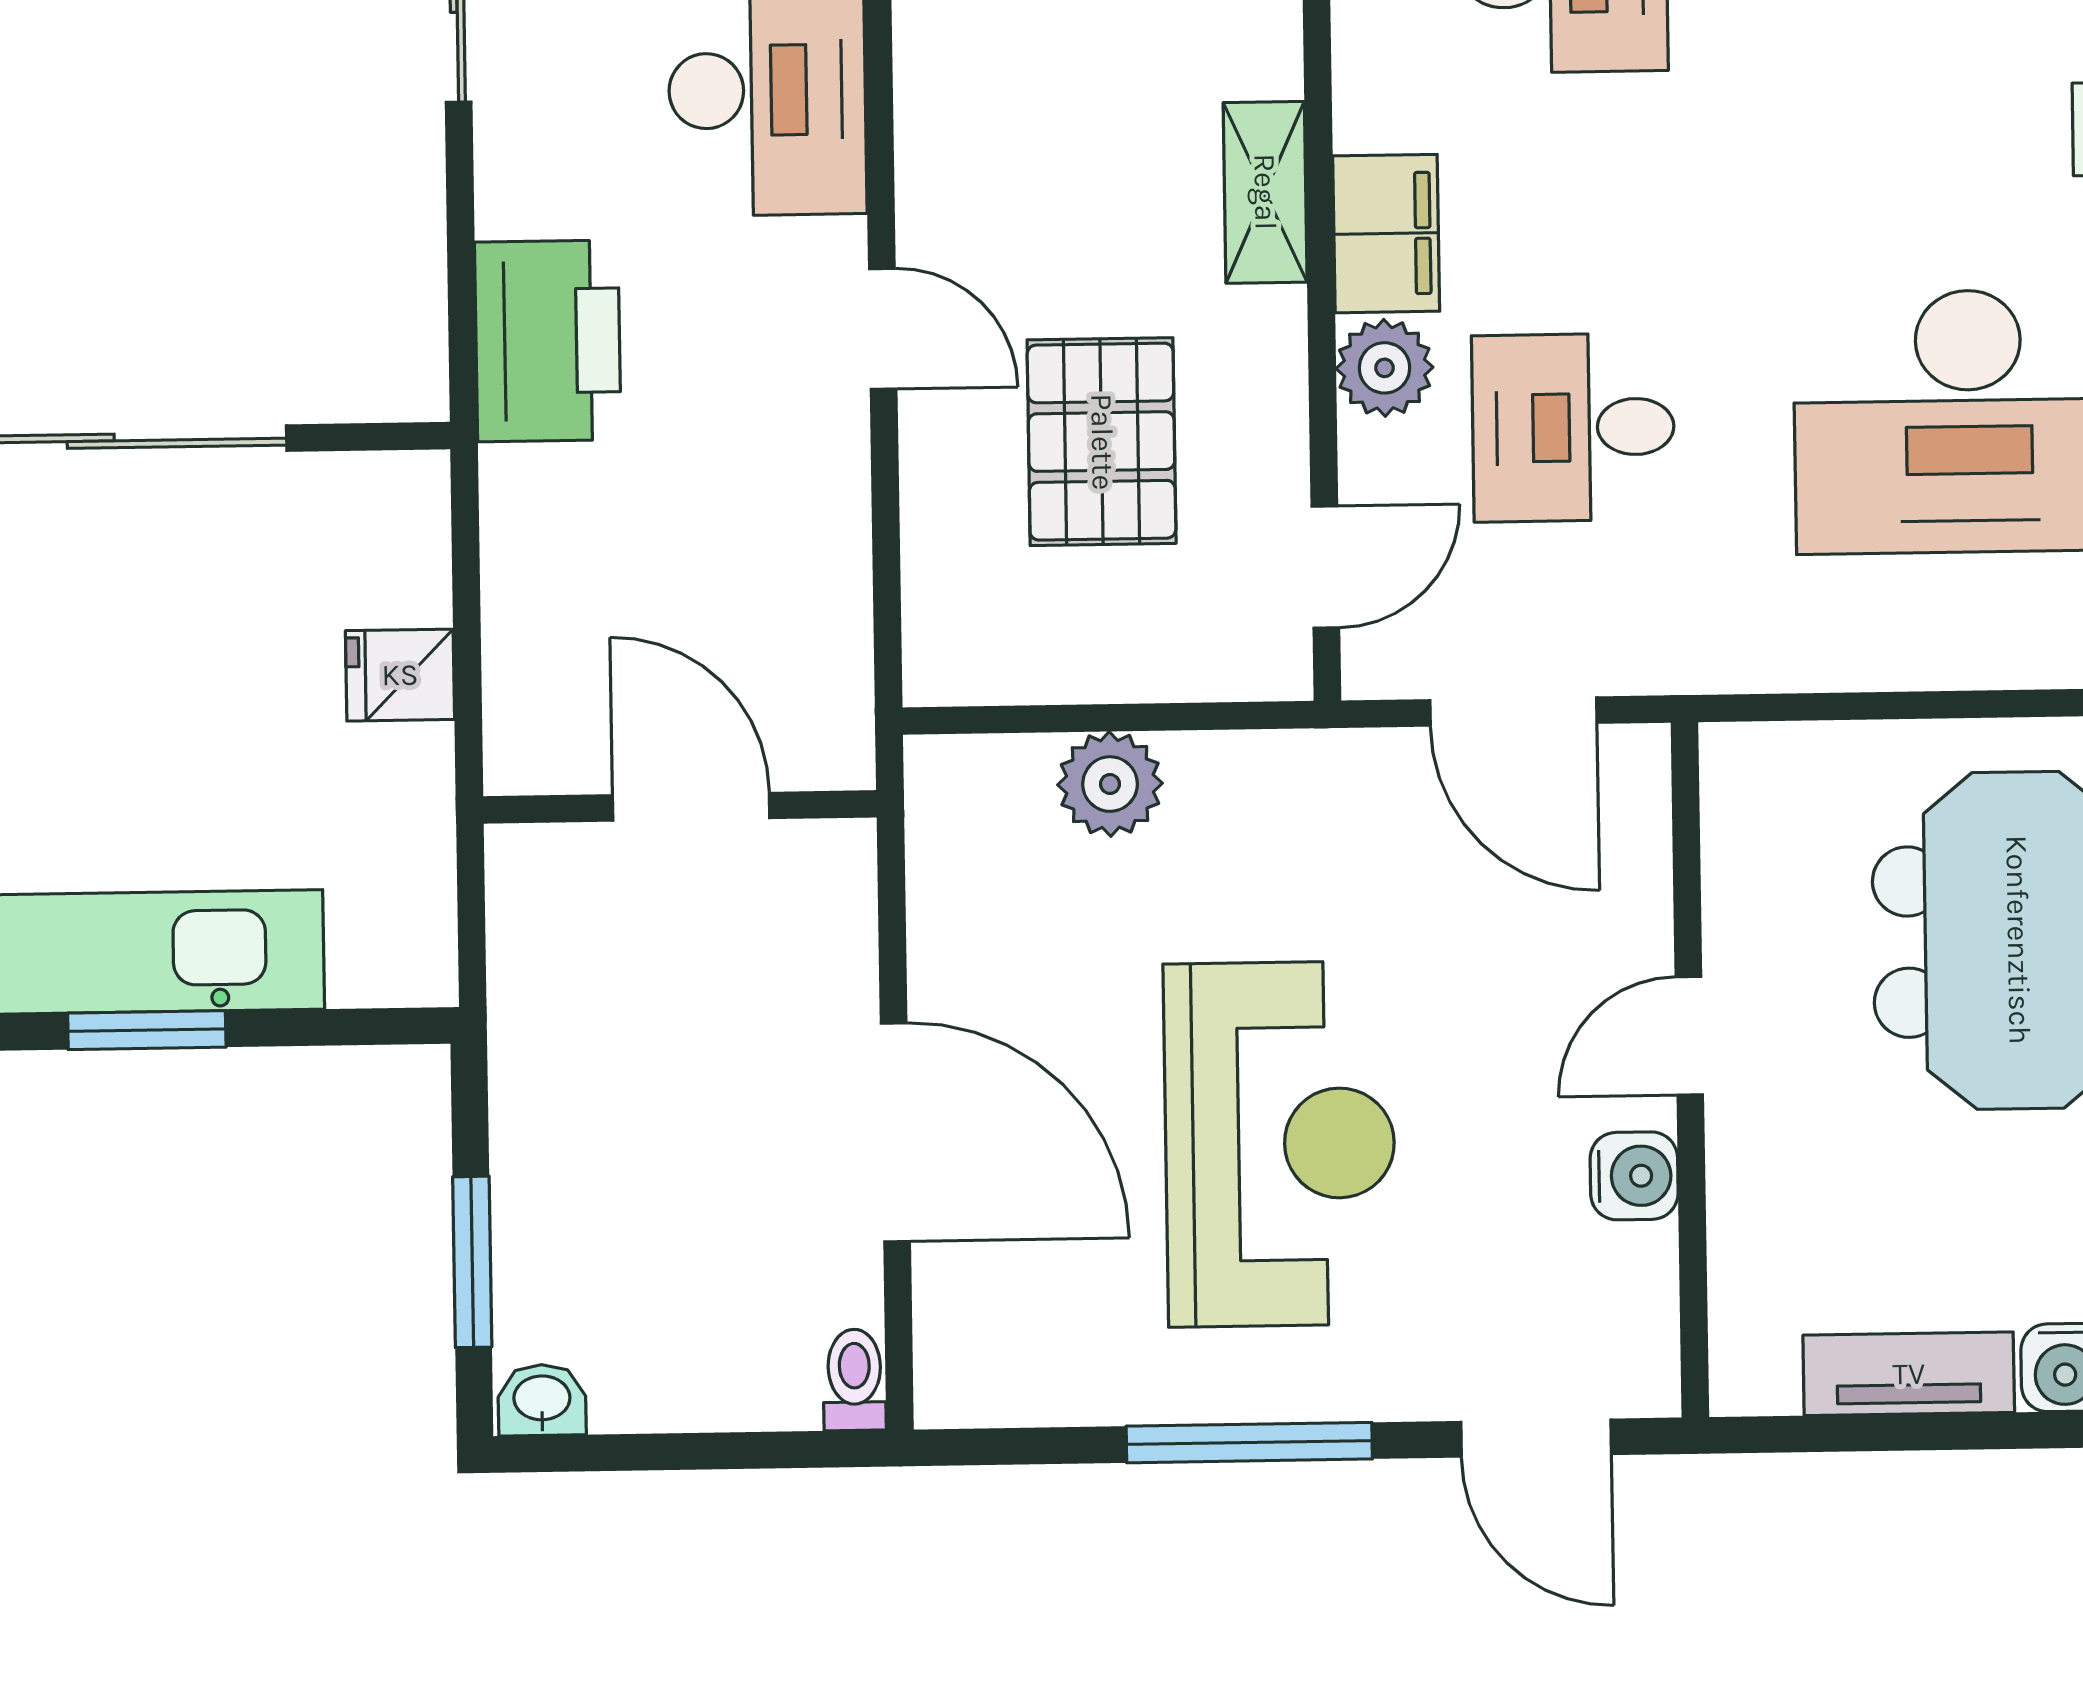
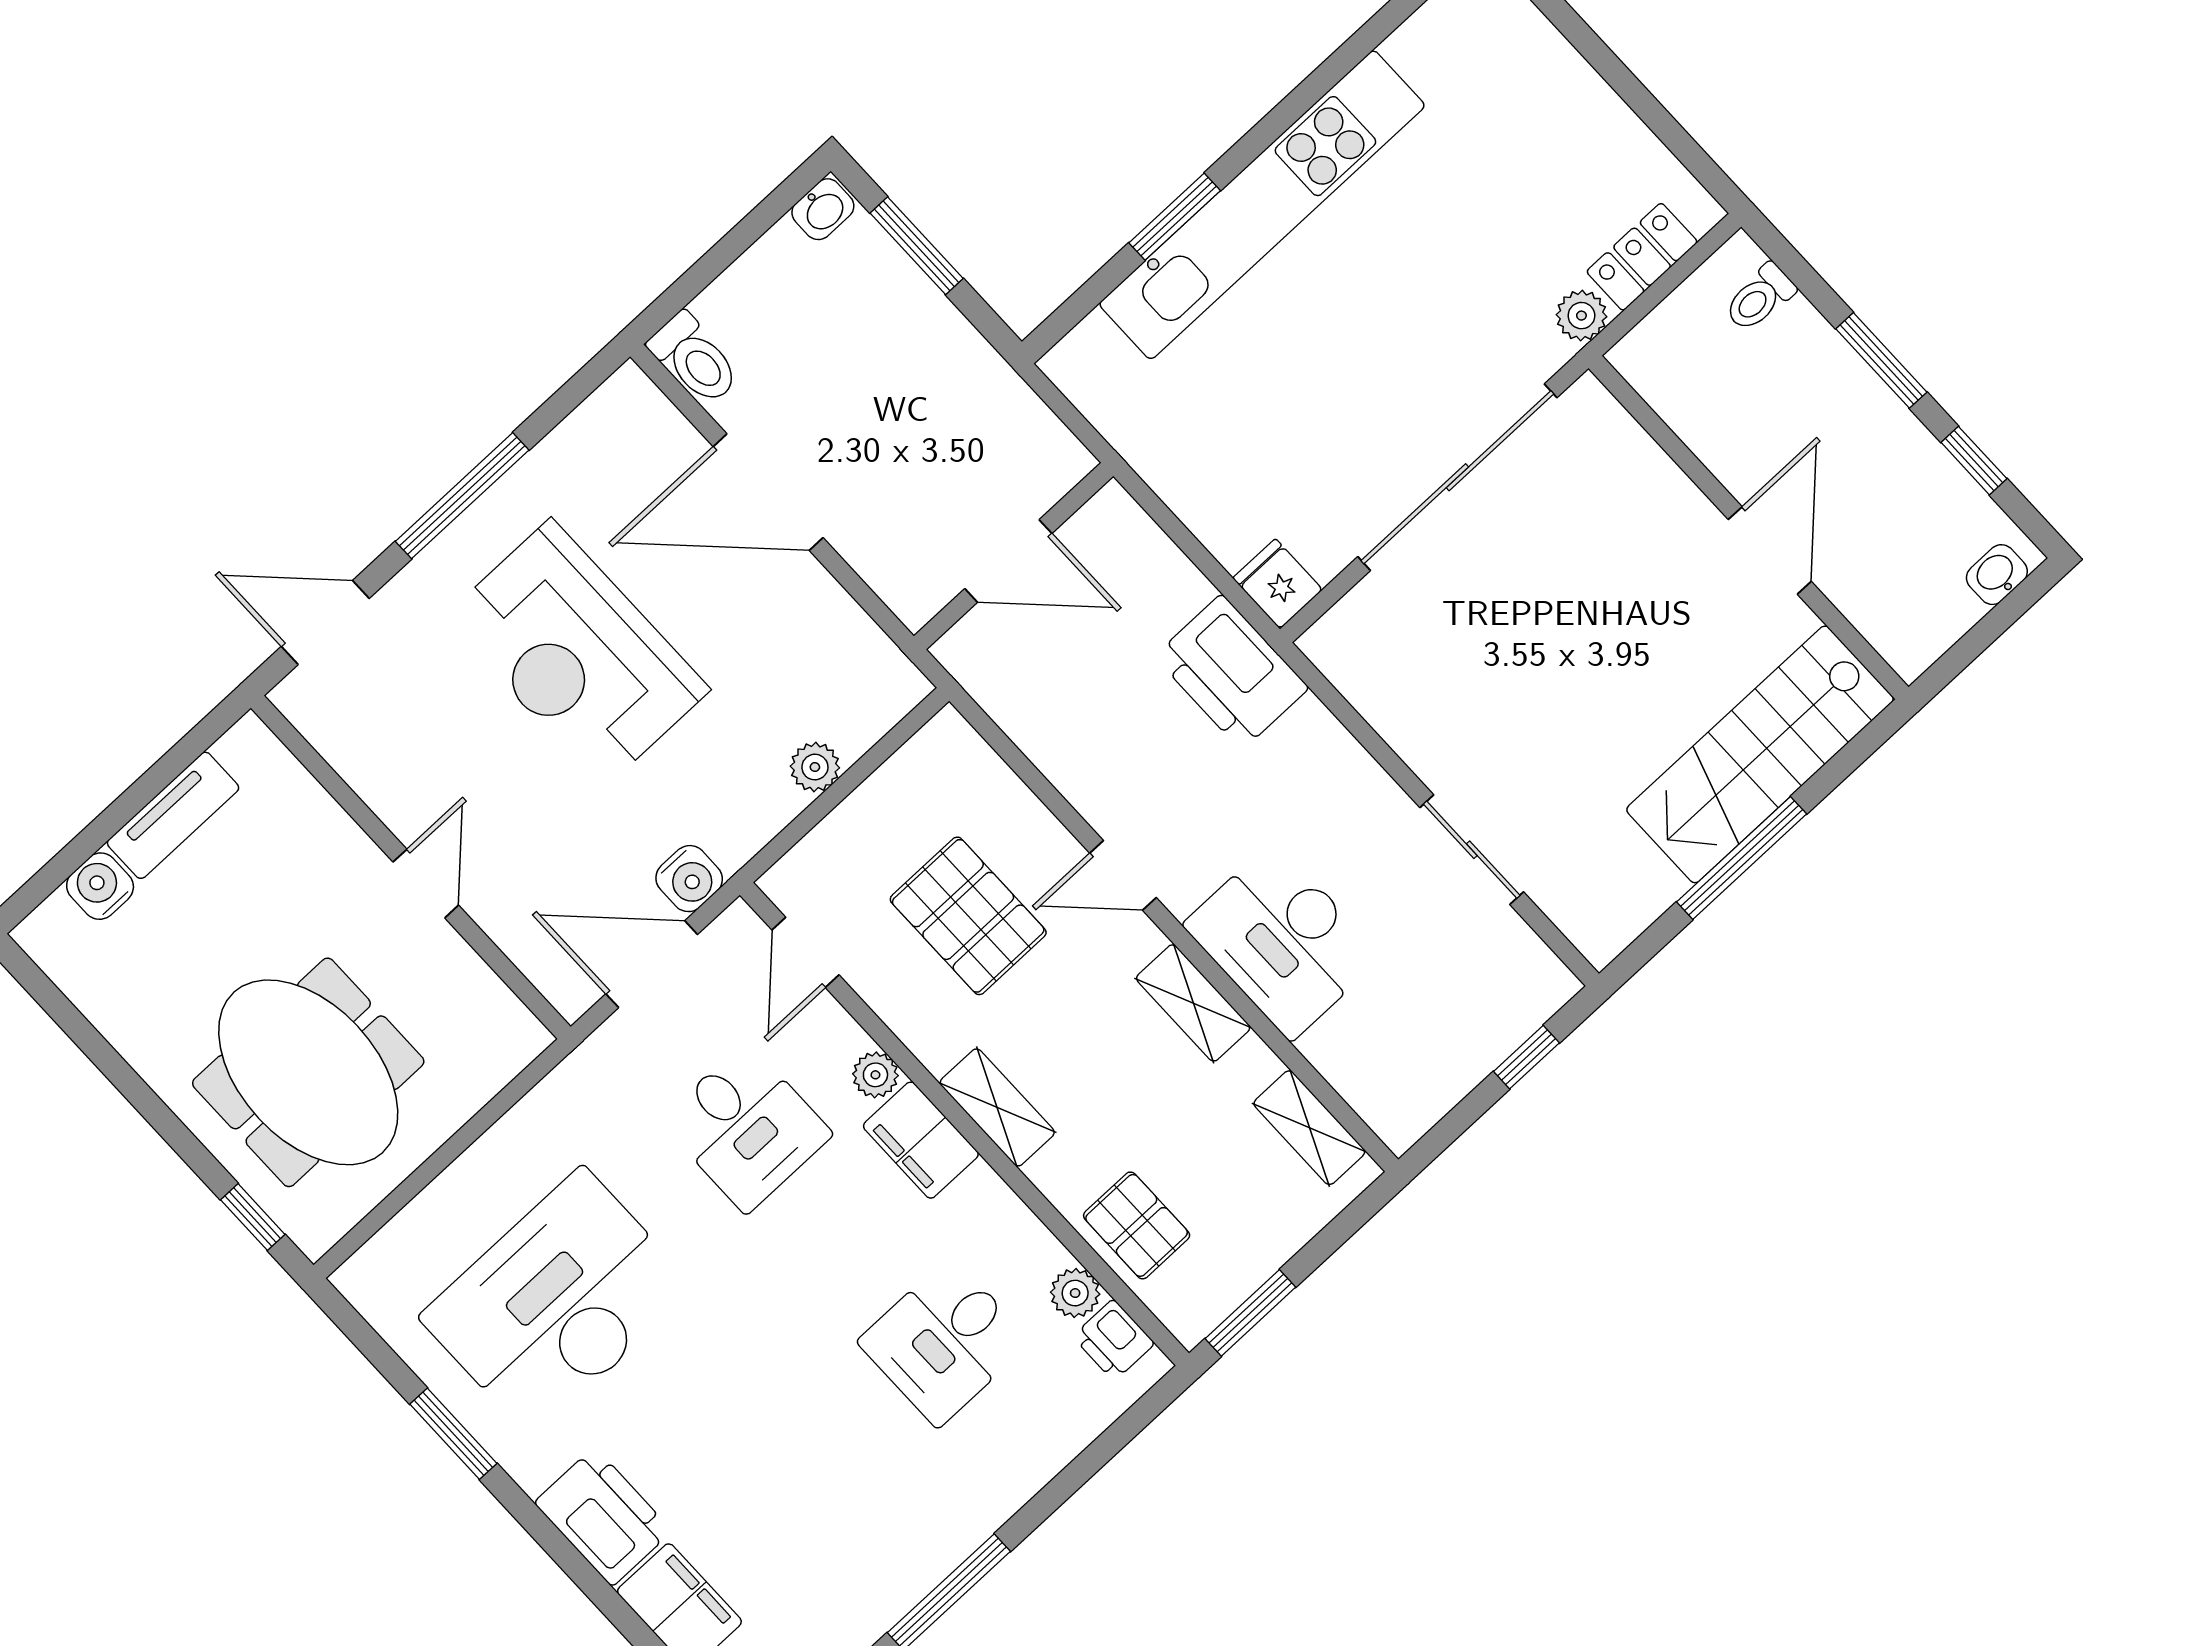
shelving: (933, 111) -> (1193, 1003), added
printer: (548, 341) -> (1232, 672), moved
plant: (1385, 368) -> (875, 1075), width x0.73, depth x0.73
desk: (1573, 427) -> (746, 1128), turned 90
fridge: (400, 675) -> (1278, 584), moved, turned -90
plant: (1110, 784) -> (815, 767), width x0.73, depth x0.73
water cooler: (1634, 1176) -> (689, 879), moved, turned -90
toilet: (854, 1380) -> (695, 359), width x1.37, depth x1.39

